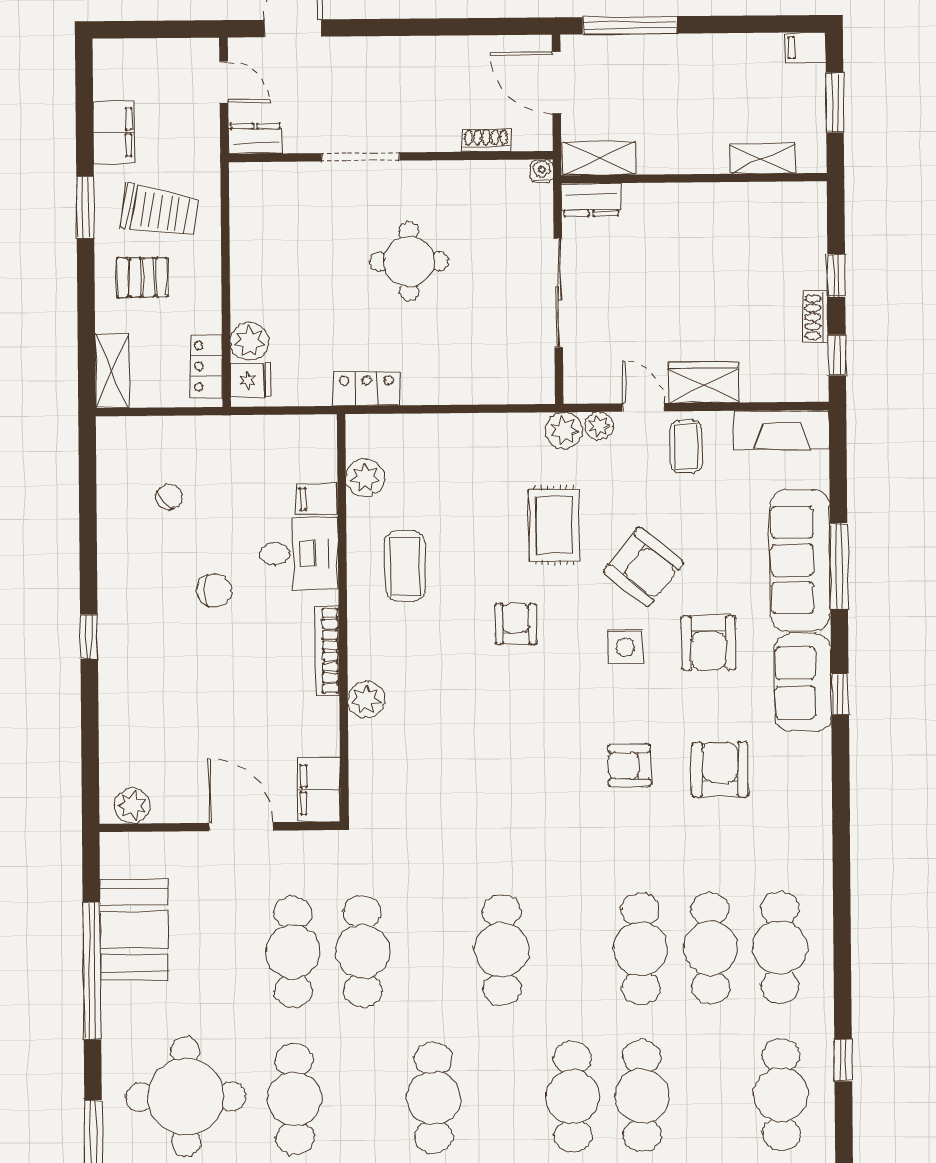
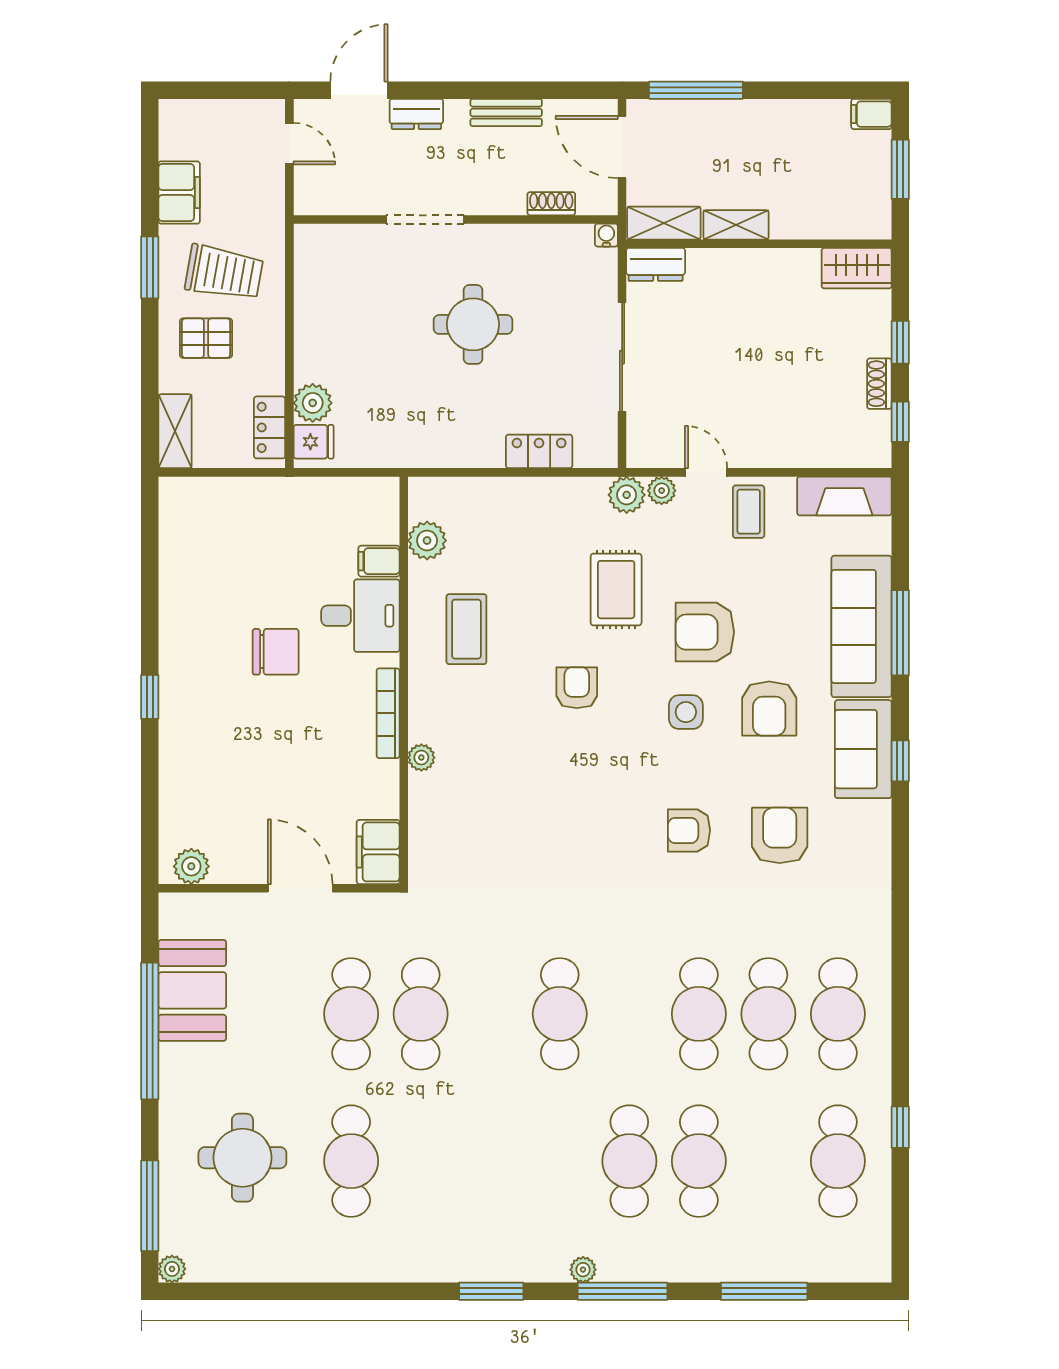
bench: (440, 49) -> (506, 113), added
dresser: (255, 139) -> (416, 114), moved, turned 180
shelving: (762, 159) -> (736, 225), moved
wardrobe: (704, 382) -> (857, 268), moved, turned 180
locker: (367, 389) -> (539, 451), moved
chair: (169, 497) -> (231, 558), removed
armchair: (643, 567) -> (705, 632), turned 141
chair: (215, 590) -> (276, 652), width x1.37, depth x1.37
plant: (366, 700) -> (421, 758), width x0.73, depth x0.73
round table: (186, 1097) -> (242, 1158), width x0.73, depth x0.73
cafe table: (433, 1098) -> (490, 1161), removed

